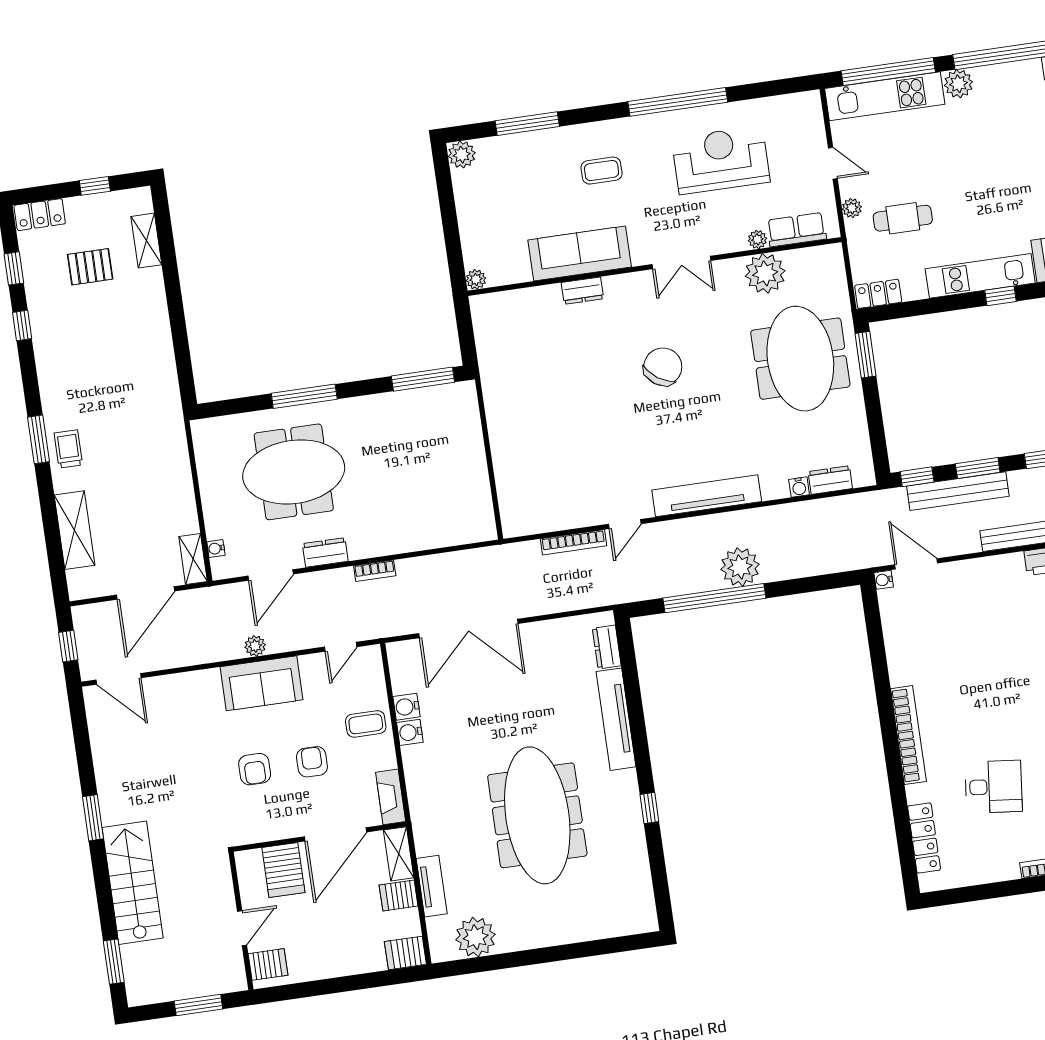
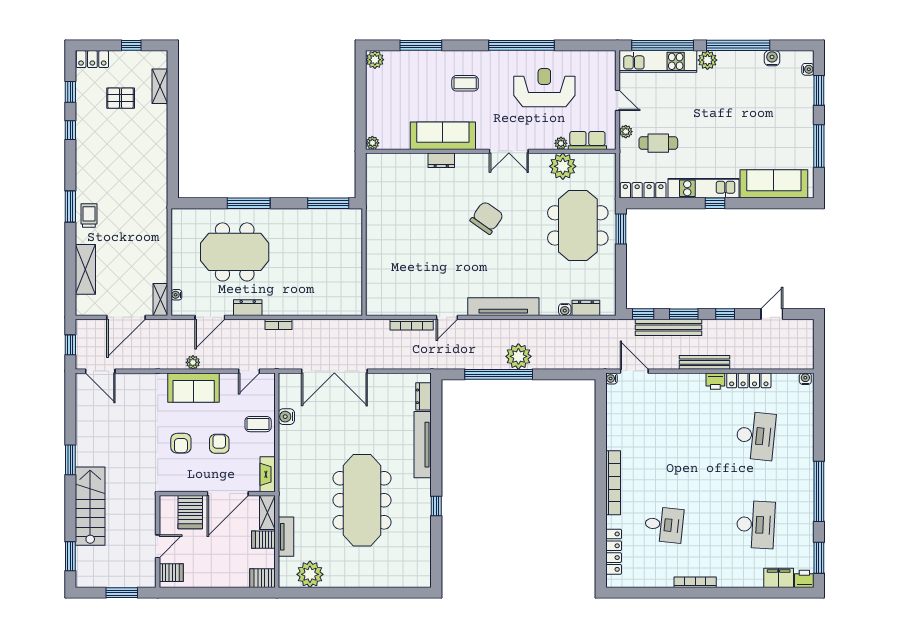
locker: (878, 294) -> (643, 190), width x1.53
water cooler: (410, 732) -> (286, 434), removed

